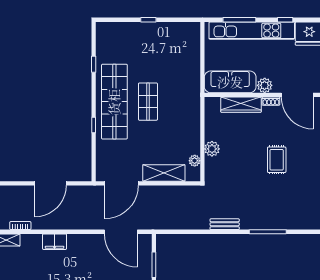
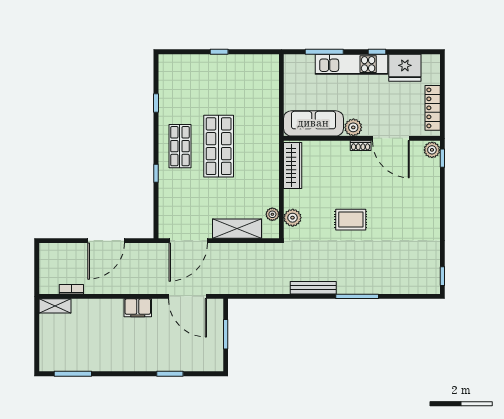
kitchen unit: (252, 31) -> (351, 64), width x0.73
shop shelf: (114, 102) -> (180, 146), width x0.50, depth x0.74
shop shelf: (148, 102) -> (219, 146), width x1.43, depth x1.36
wardrobe: (241, 105) -> (293, 165), moved, turned -90
plant: (212, 149) -> (293, 218), moved
rug: (277, 160) -> (351, 220), moved, turned 90
bench: (225, 224) -> (313, 288), width x1.36
filing cabinet: (55, 242) -> (138, 308), moved

